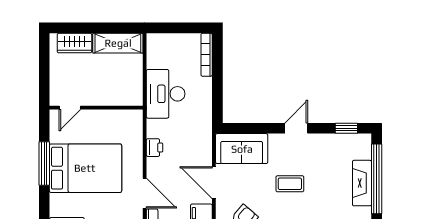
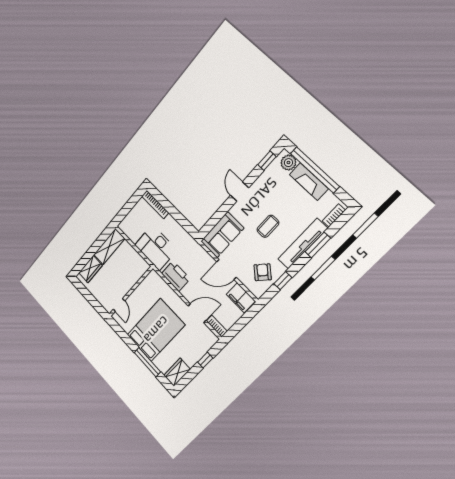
printer: (155, 148) -> (176, 276), width x1.87, depth x1.48
plant: (362, 150) -> (288, 163), added
window: (44, 163) -> (147, 362), moved

